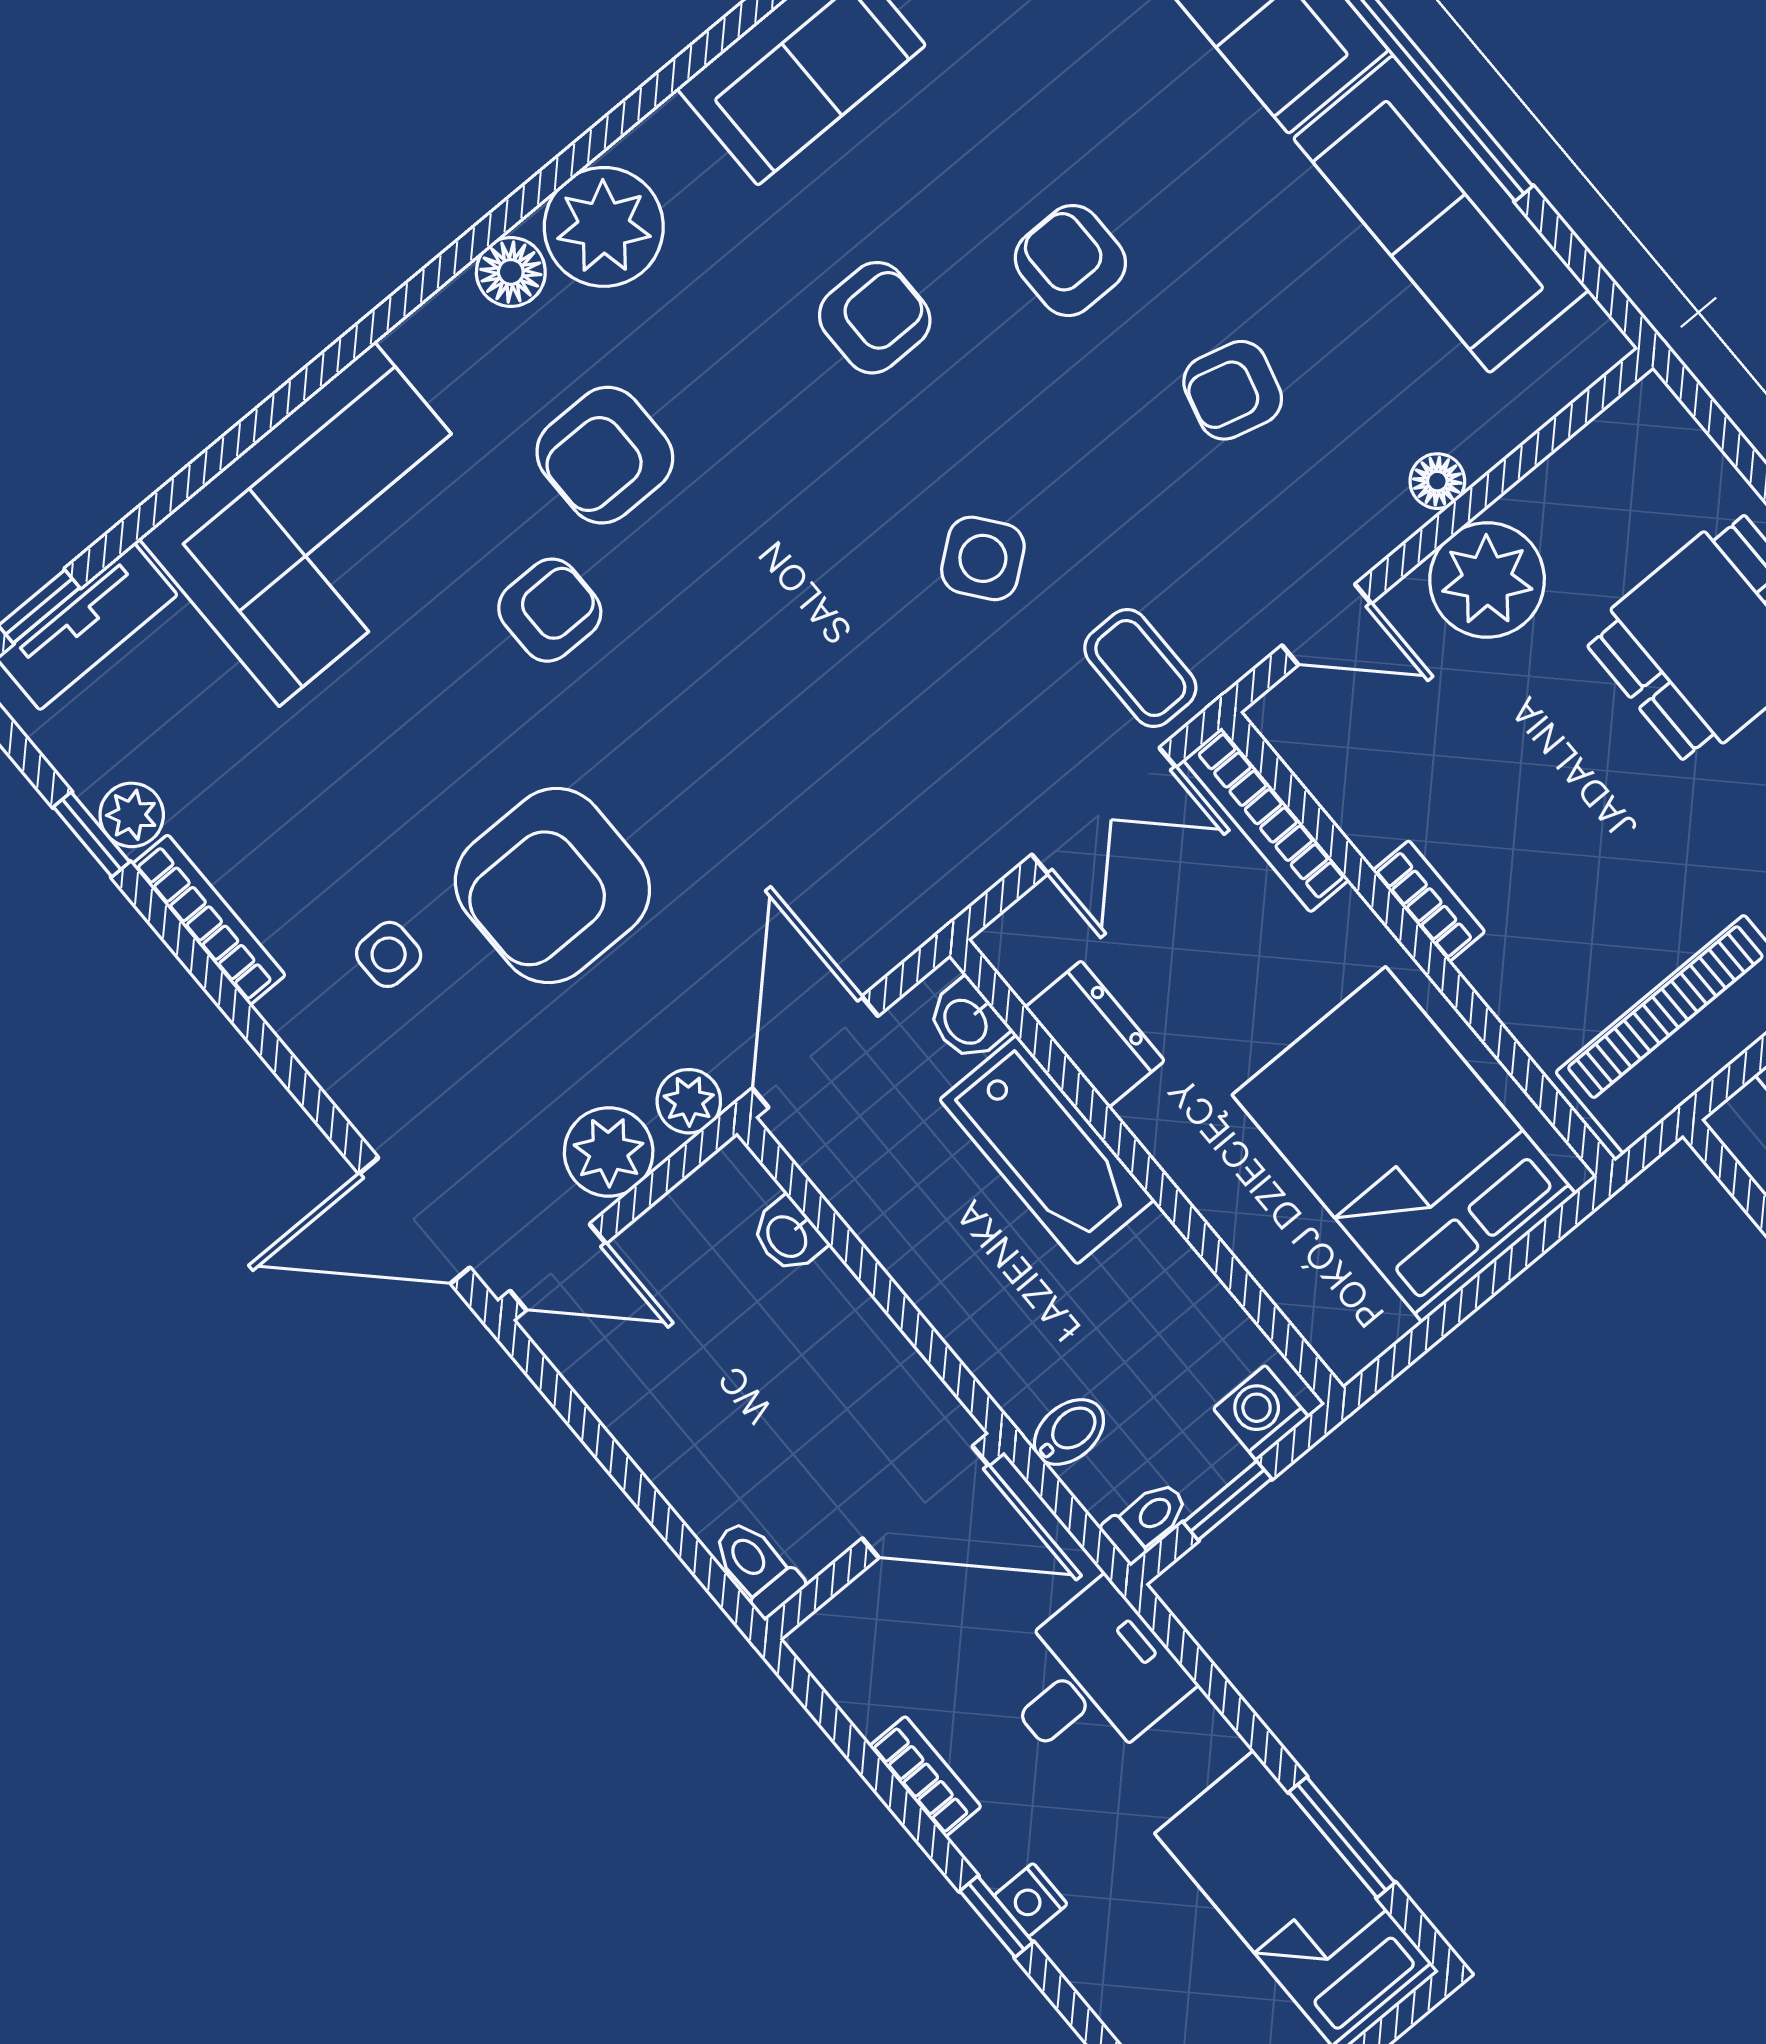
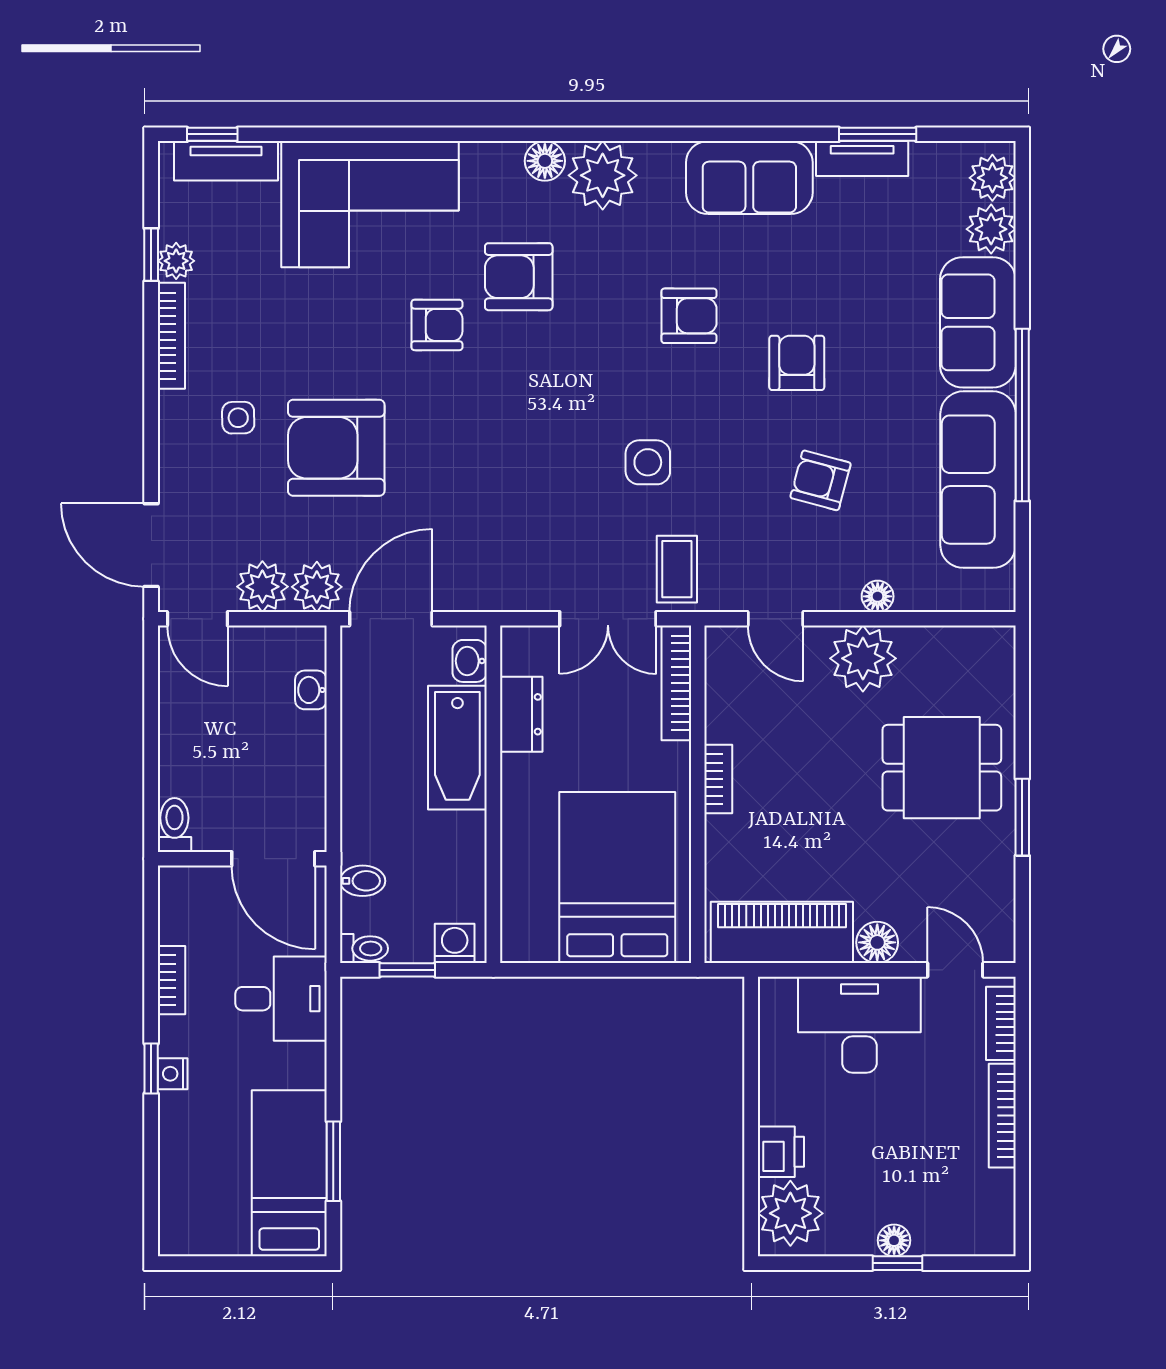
side table: (983, 558) -> (648, 462), turned 38
plant: (689, 1101) -> (317, 587), width x1.38, depth x1.38

